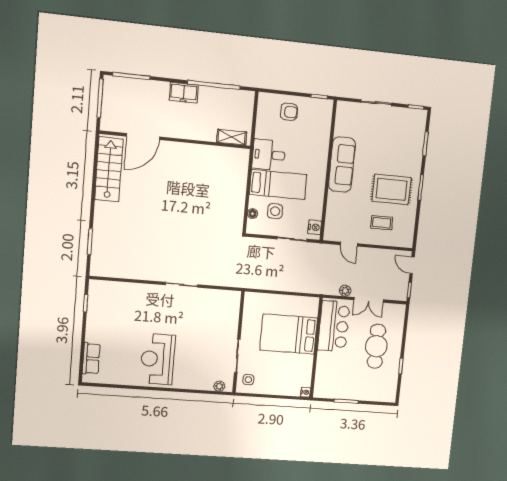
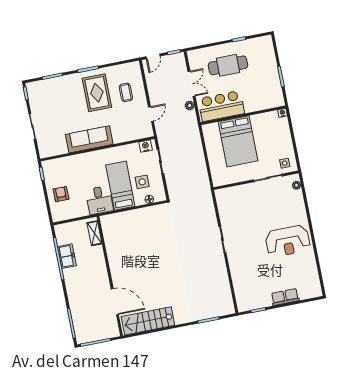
freezer: (184, 93) -> (67, 256), moved
row of seats: (91, 359) -> (285, 297), moved

